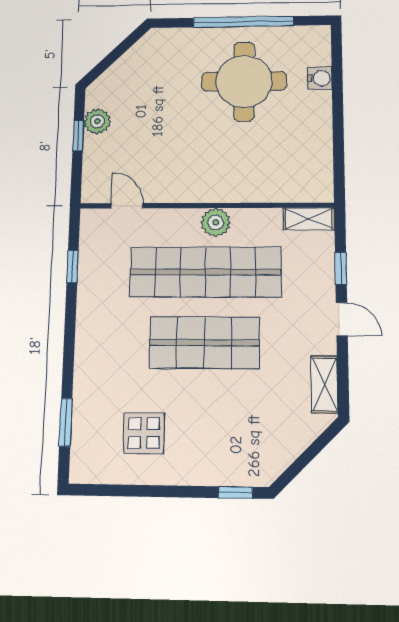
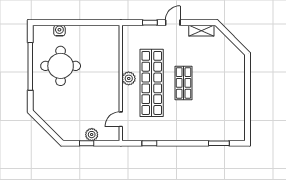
plant: (97, 121) -> (92, 135), moved
shelving: (309, 219) -> (127, 36), removed
shop shelf: (204, 343) -> (184, 83), width x0.70, depth x0.74
display table: (144, 433) -> (223, 109), removed
window: (235, 492) -> (248, 69), removed

